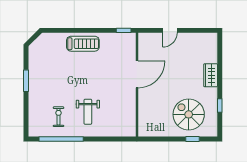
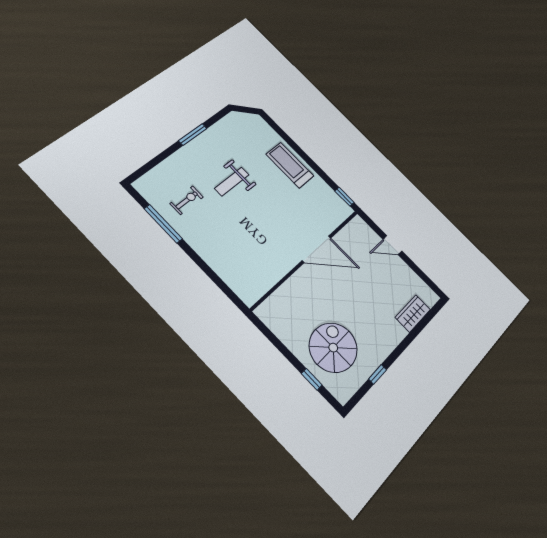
treadmill: (83, 44) -> (290, 165), turned 180
wardrobe: (211, 75) -> (413, 313), moved
weight bench: (88, 112) -> (232, 182), moved
window: (61, 139) -> (163, 224), width x0.68

